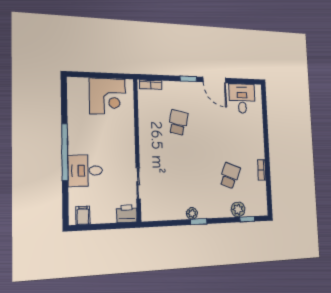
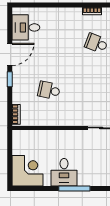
corner desk: (108, 96) -> (27, 171), moved
window: (65, 152) -> (74, 189), width x0.68
desk: (85, 171) -> (64, 172), moved

